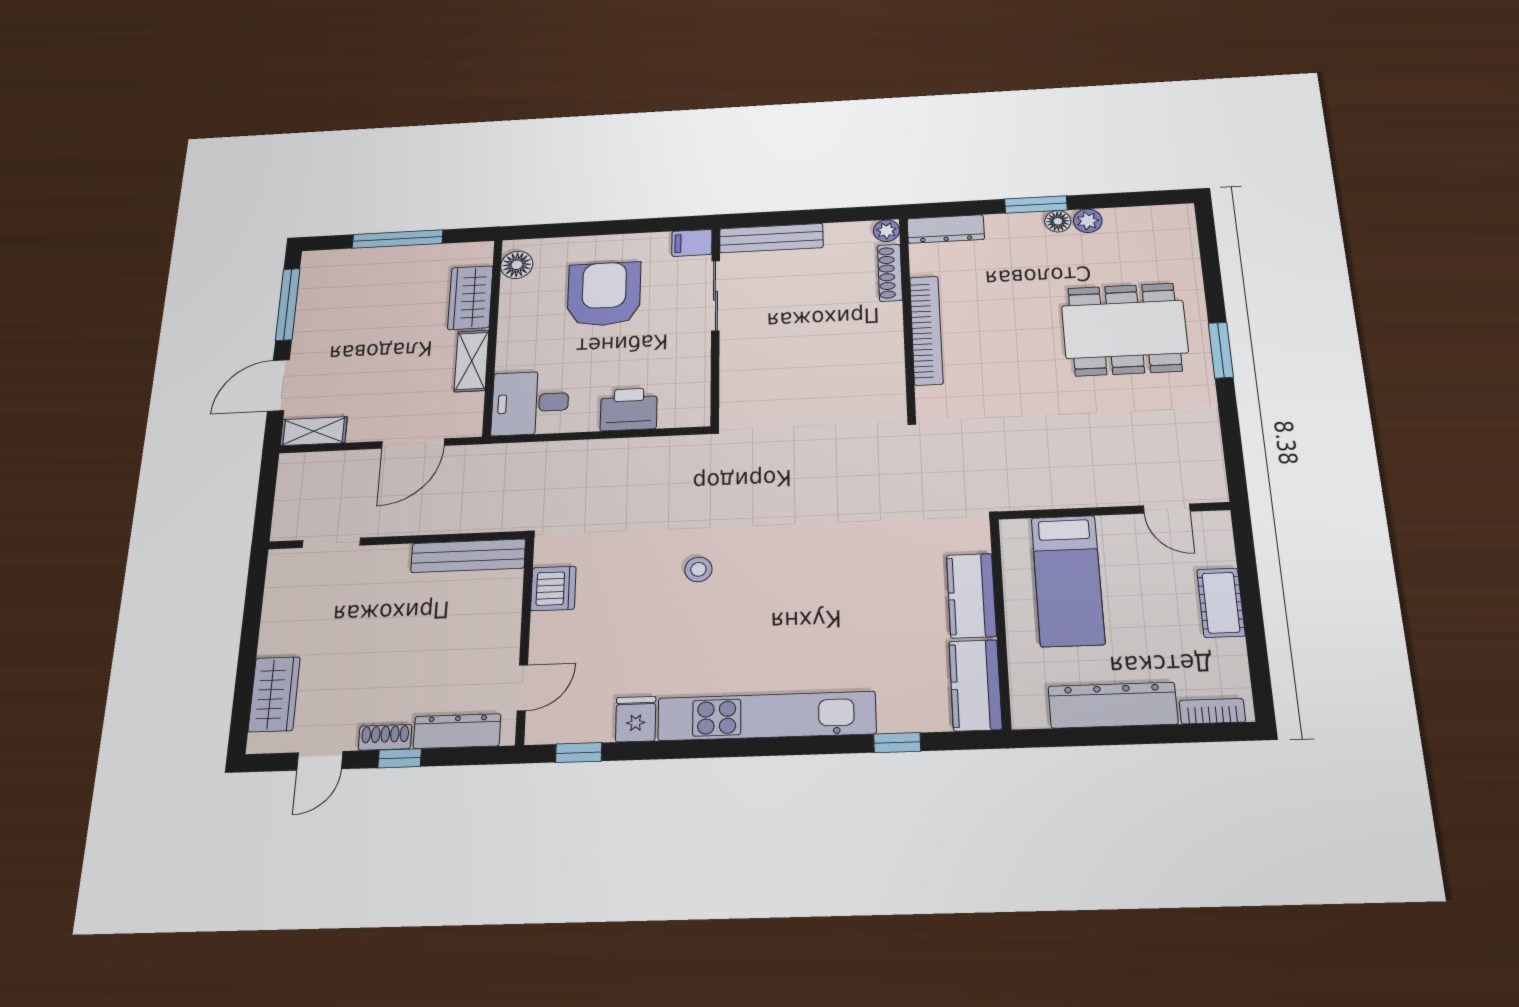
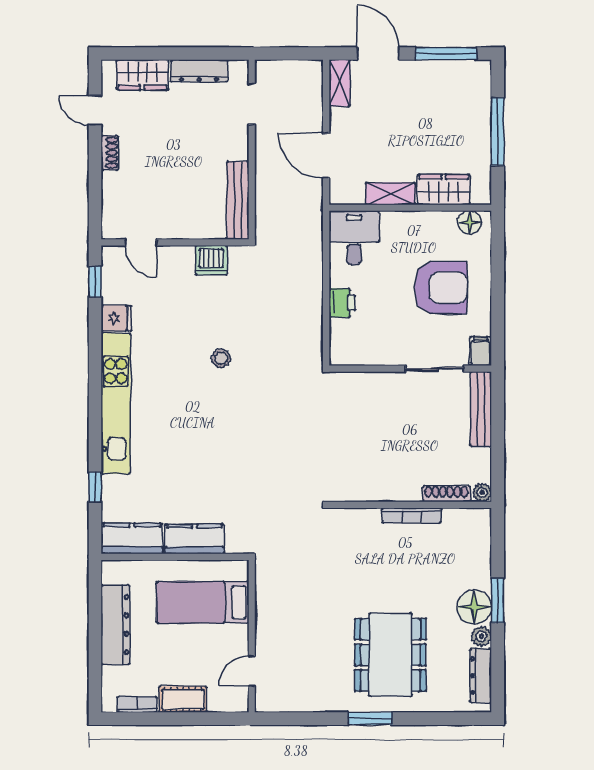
floor lamp: (1058, 221) -> (474, 607), width x1.89, depth x1.89
dresser: (946, 229) -> (481, 676), moved
bookcase: (926, 330) -> (412, 515), width x0.68, depth x0.76
printer: (629, 409) -> (342, 303), width x0.73, depth x0.81
bookcase: (1212, 711) -> (137, 704), moved, turned -90
dresser: (457, 731) -> (199, 71), moved, turned 90
window: (400, 758) -> (95, 164), removed

